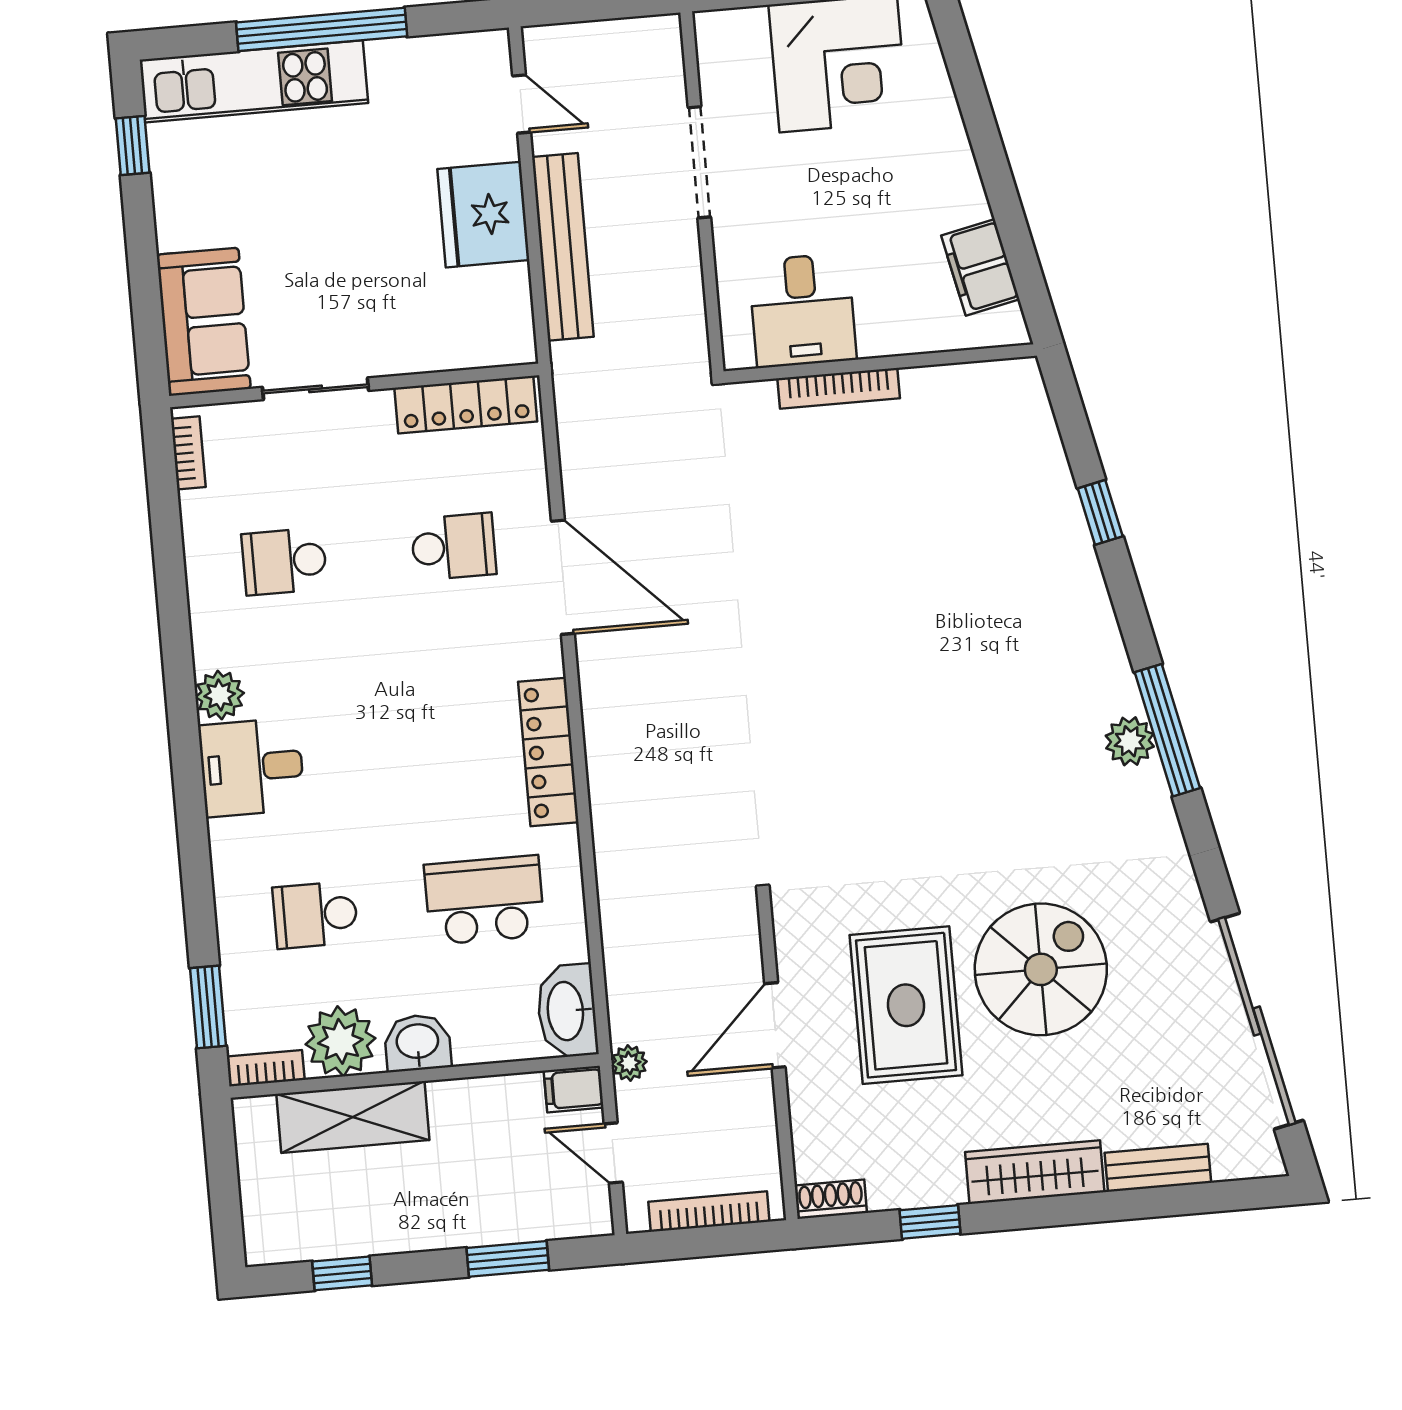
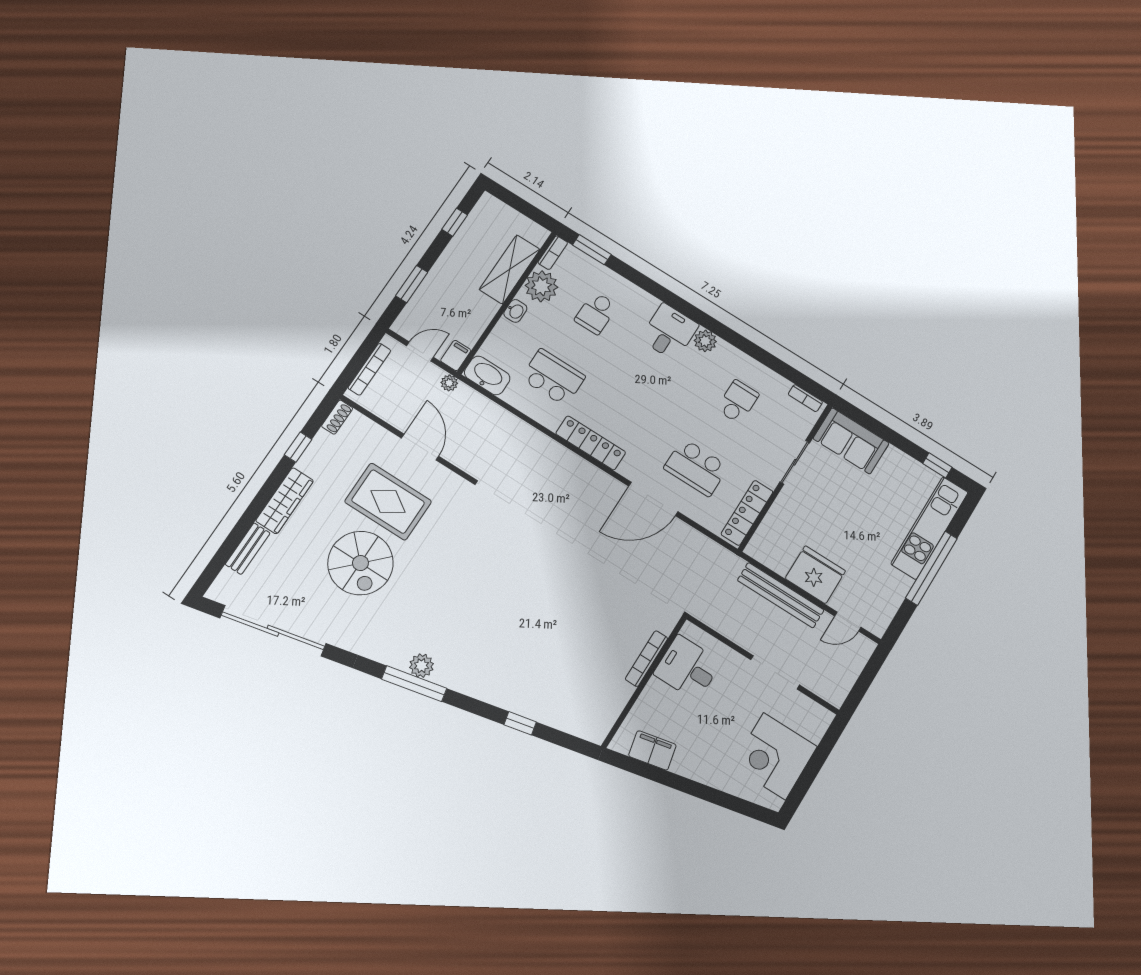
school desk: (454, 547) -> (696, 467), width x1.85
school desk: (484, 900) -> (553, 377), turned -90
school desk: (315, 915) -> (596, 313), turned 180
washbasin: (418, 1043) -> (515, 311), width x0.72, depth x0.69

